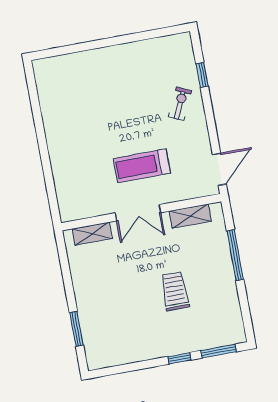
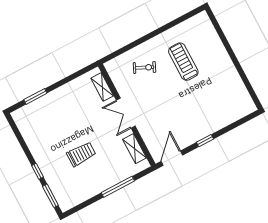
window: (202, 75) -> (205, 141), moved
exercise bike: (180, 104) -> (144, 68), moved
treadmill: (142, 166) -> (183, 62), moved
door: (219, 169) -> (172, 158), swing flipped

